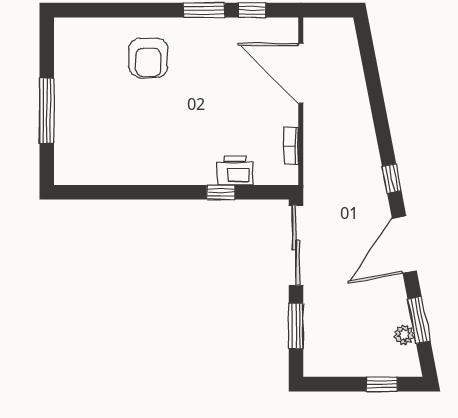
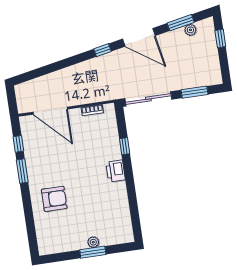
door: (301, 73) -> (50, 111), hinge flipped
window: (47, 111) -> (93, 252), width x0.69
plant: (64, 114) -> (93, 242), added
printer: (235, 170) -> (116, 171), moved

